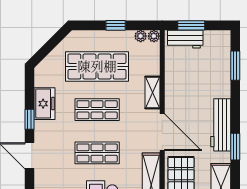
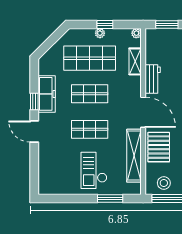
plant: (141, 36) -> (100, 33), moved
workbench: (185, 39) -> (153, 79), moved, turned -90
shelving: (152, 92) -> (135, 61), moved
freezer: (45, 104) -> (47, 94), width x1.40

